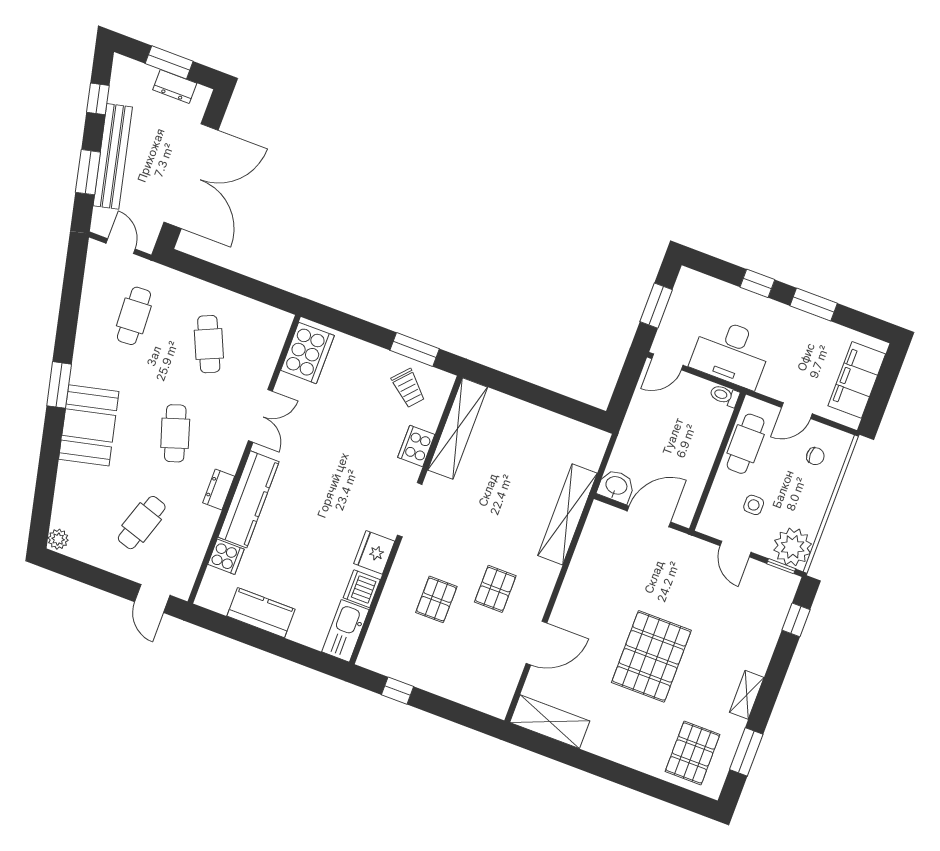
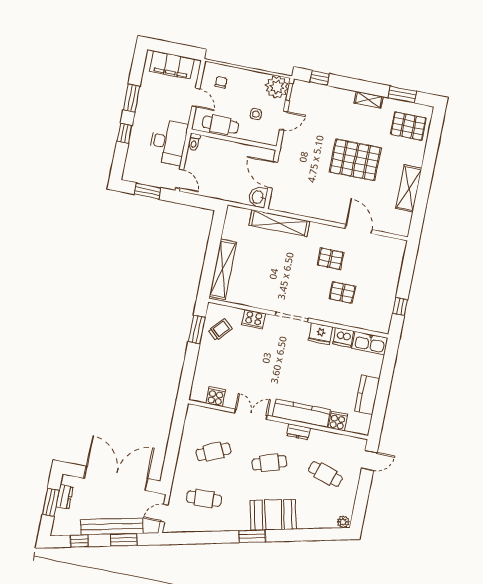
cooker: (307, 353) -> (216, 397), width x0.53, depth x0.76
shelving: (458, 429) -> (223, 269), moved, turned 90
shelving: (550, 722) -> (409, 188), moved

